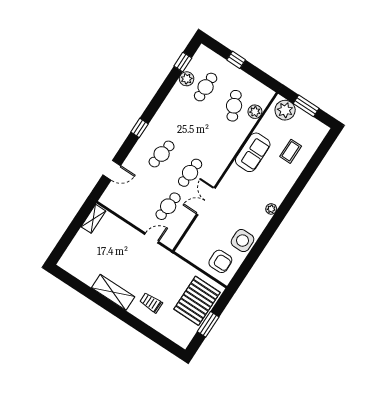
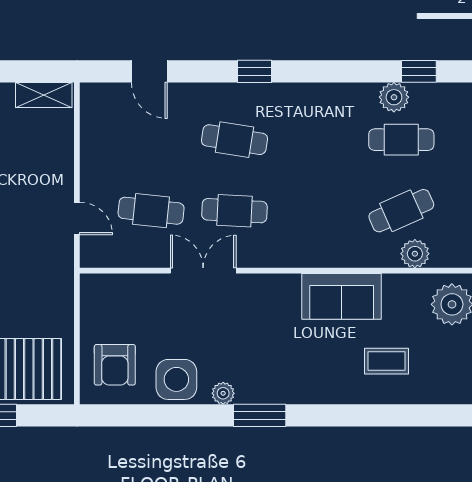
plant: (271, 209) -> (223, 393), moved
window: (279, 217) -> (260, 415), added

